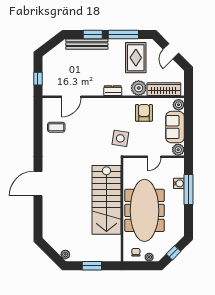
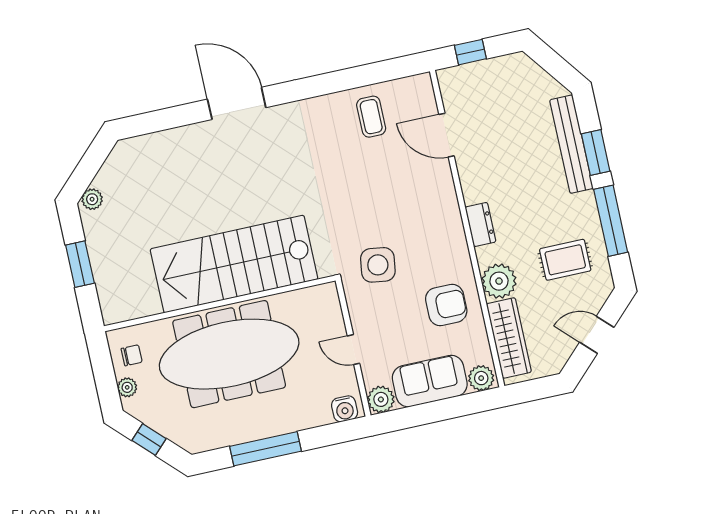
rug: (136, 58) -> (565, 260), width x0.73, depth x0.70
water cooler: (179, 183) -> (345, 409), moved
window: (188, 190) -> (265, 449), moved

